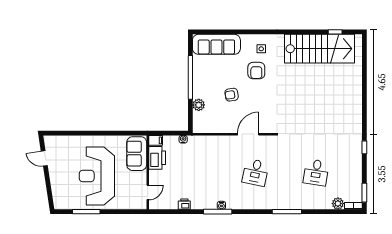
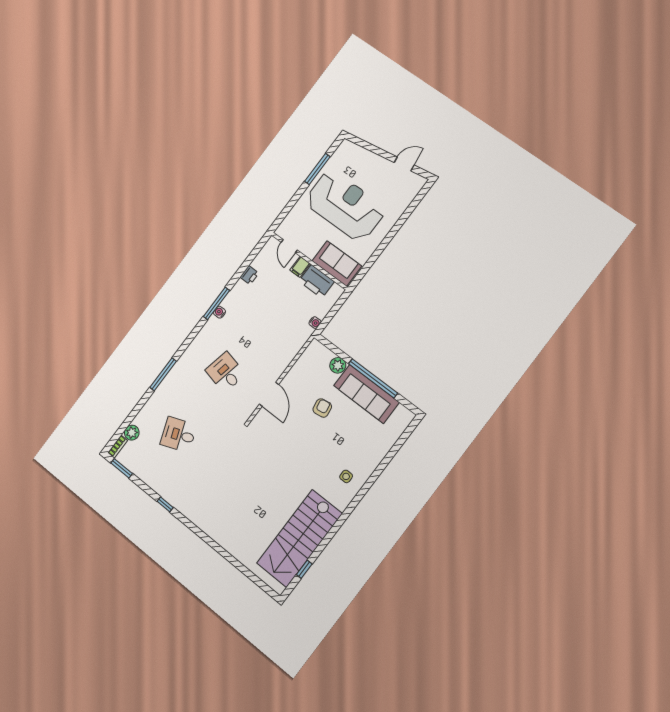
sofa: (216, 44) -> (366, 394), moved, turned -90
armchair: (256, 71) -> (327, 453), removed
filing cabinet: (156, 140) -> (300, 267), moved
desk: (316, 172) -> (179, 435), turned -30

